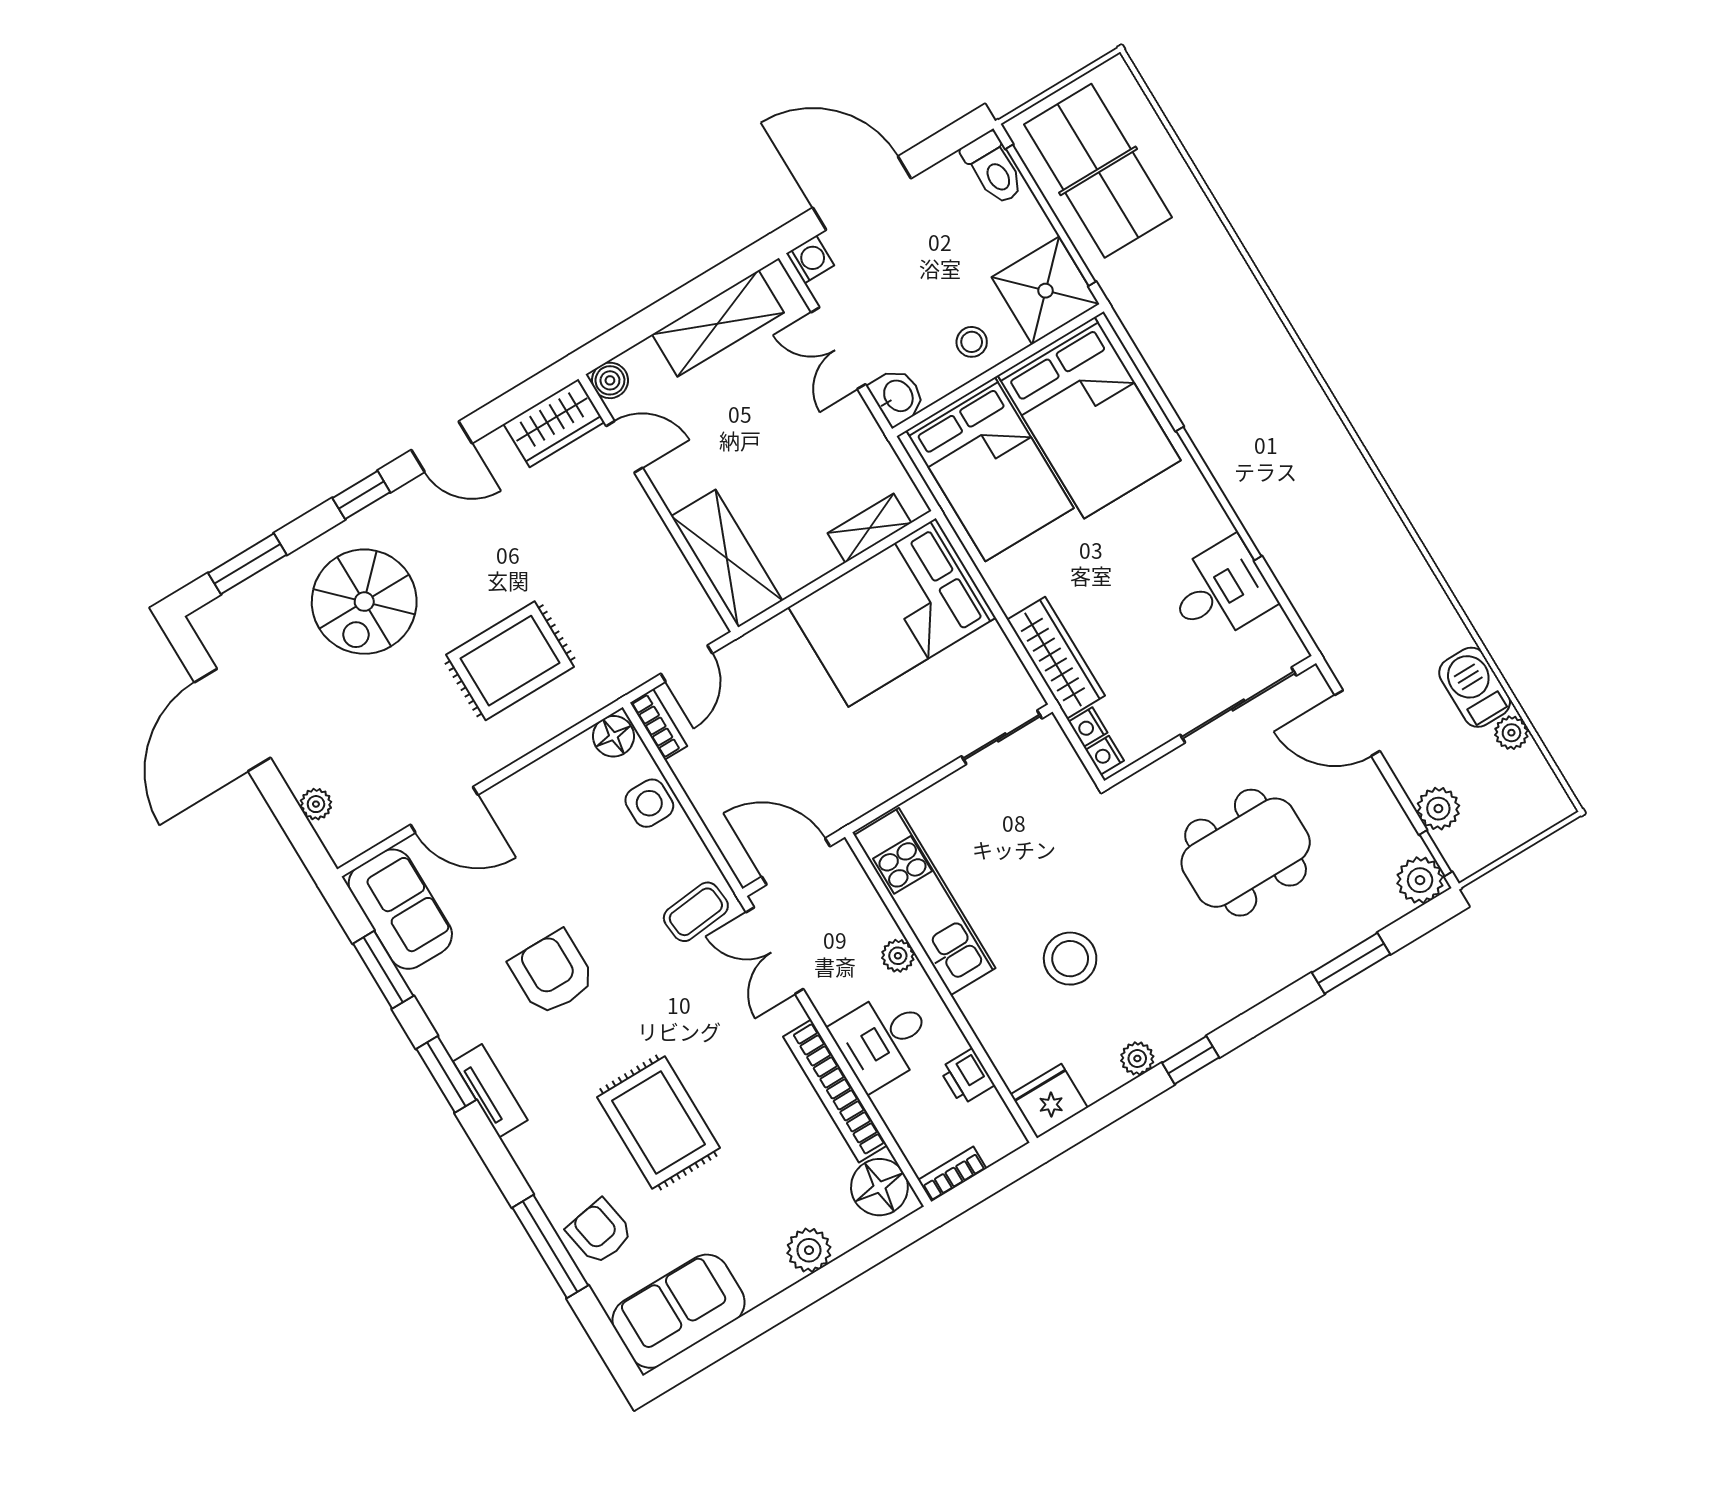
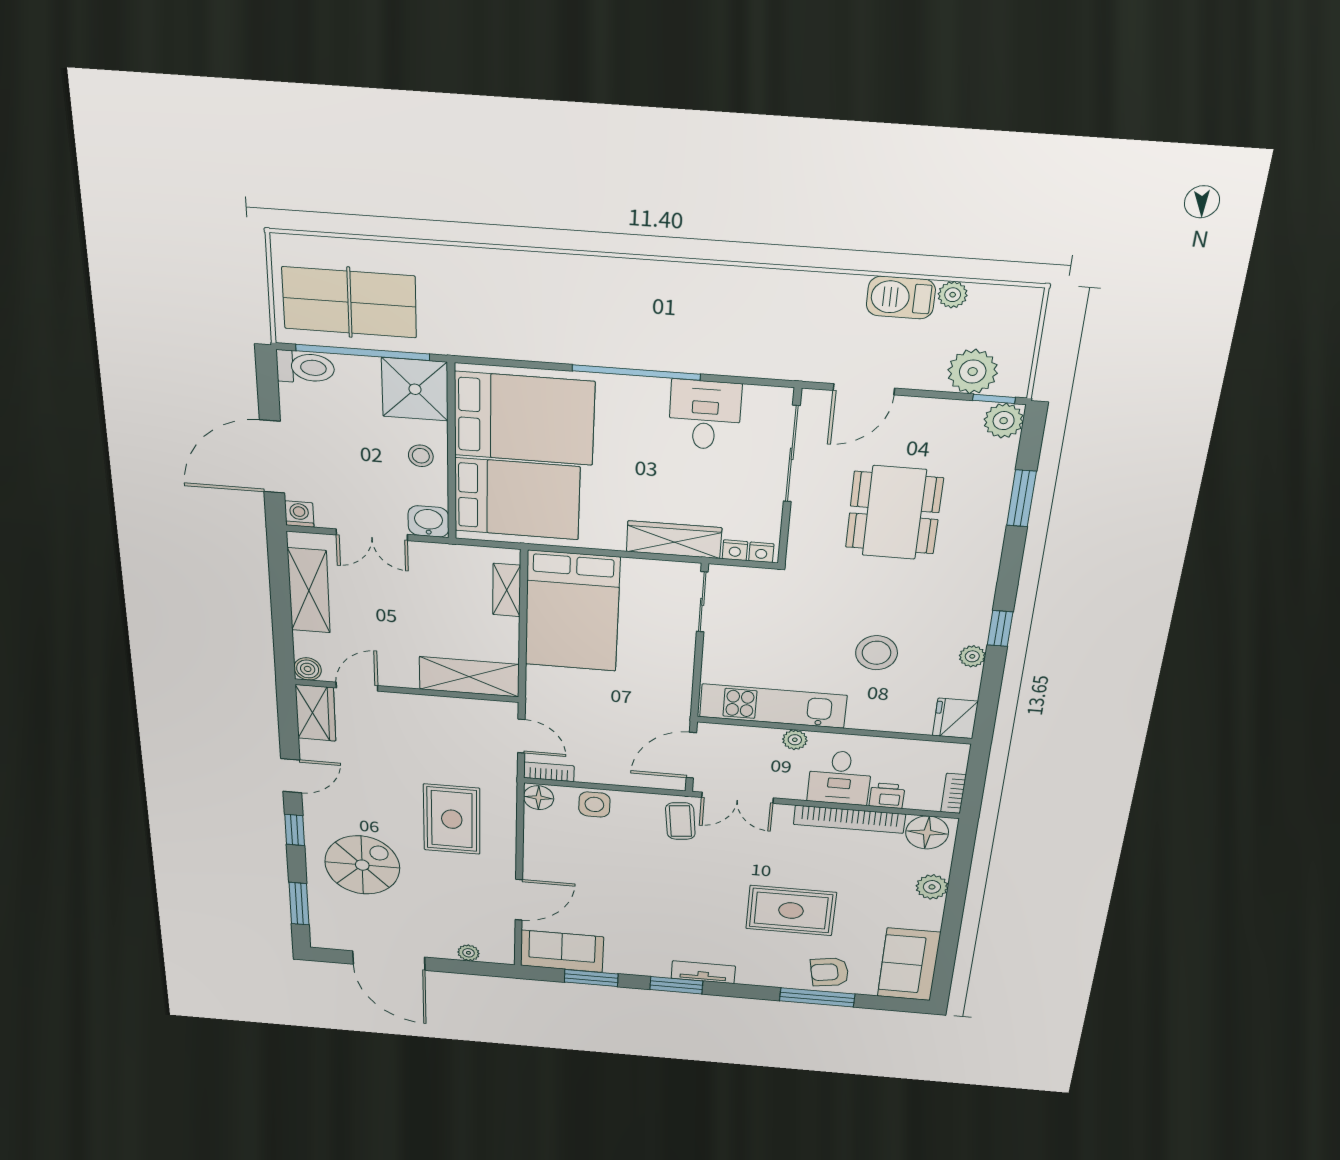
spiral stairs: (364, 602) -> (362, 865), turned -90
plant: (1438, 809) -> (973, 372), width x1.36, depth x1.36
armchair: (552, 973) -> (659, 907), removed
printer: (967, 1077) -> (887, 796), moved, turned 180

